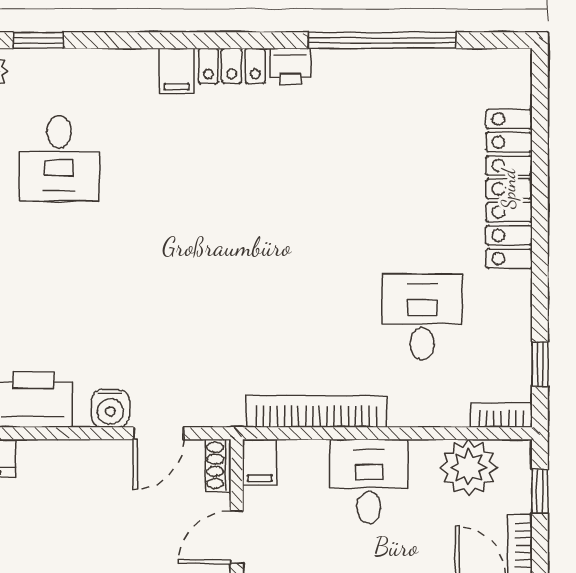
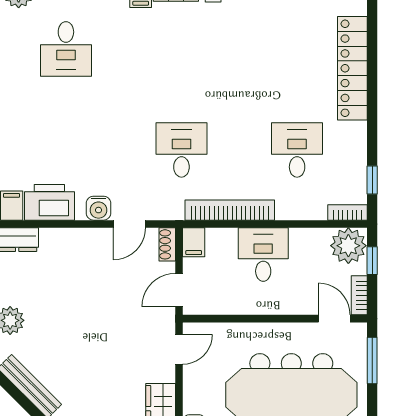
desk: (241, 317) -> (181, 150), added
plant: (469, 467) -> (348, 246), moved

